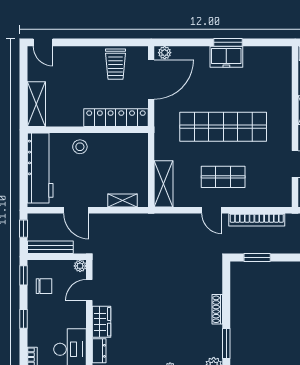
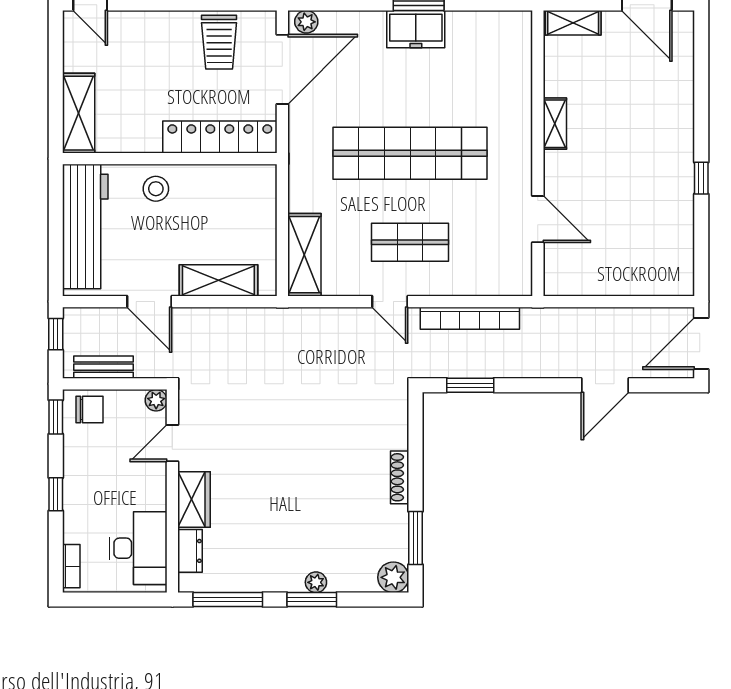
shelving: (123, 201) -> (218, 280), width x1.50, depth x1.33
bench: (50, 247) -> (103, 367), width x0.73
chair: (44, 286) -> (89, 410), moved

